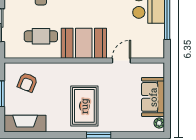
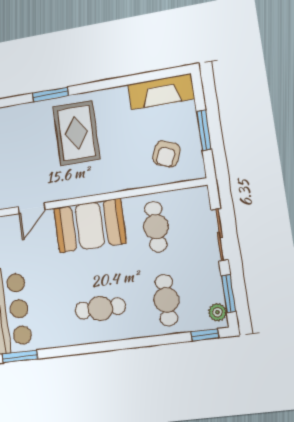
cafe table: (41, 36) -> (156, 227), turned 90
armchair: (27, 82) -> (166, 154), turned 180

